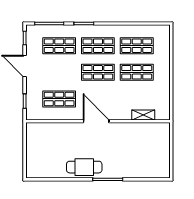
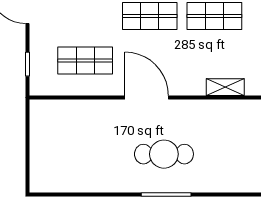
cafe table: (84, 167) -> (164, 154), moved

